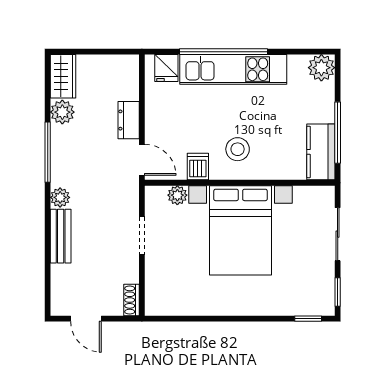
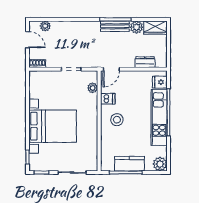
dresser: (129, 120) -> (145, 62), moved
kitchen counter: (321, 152) -> (129, 164), moved
plant: (60, 197) -> (45, 26), moved
bed with nightstands: (240, 230) -> (53, 126), moved, turned 180
bench: (61, 236) -> (115, 26), moved
door: (86, 319) -> (27, 40), swing flipped

